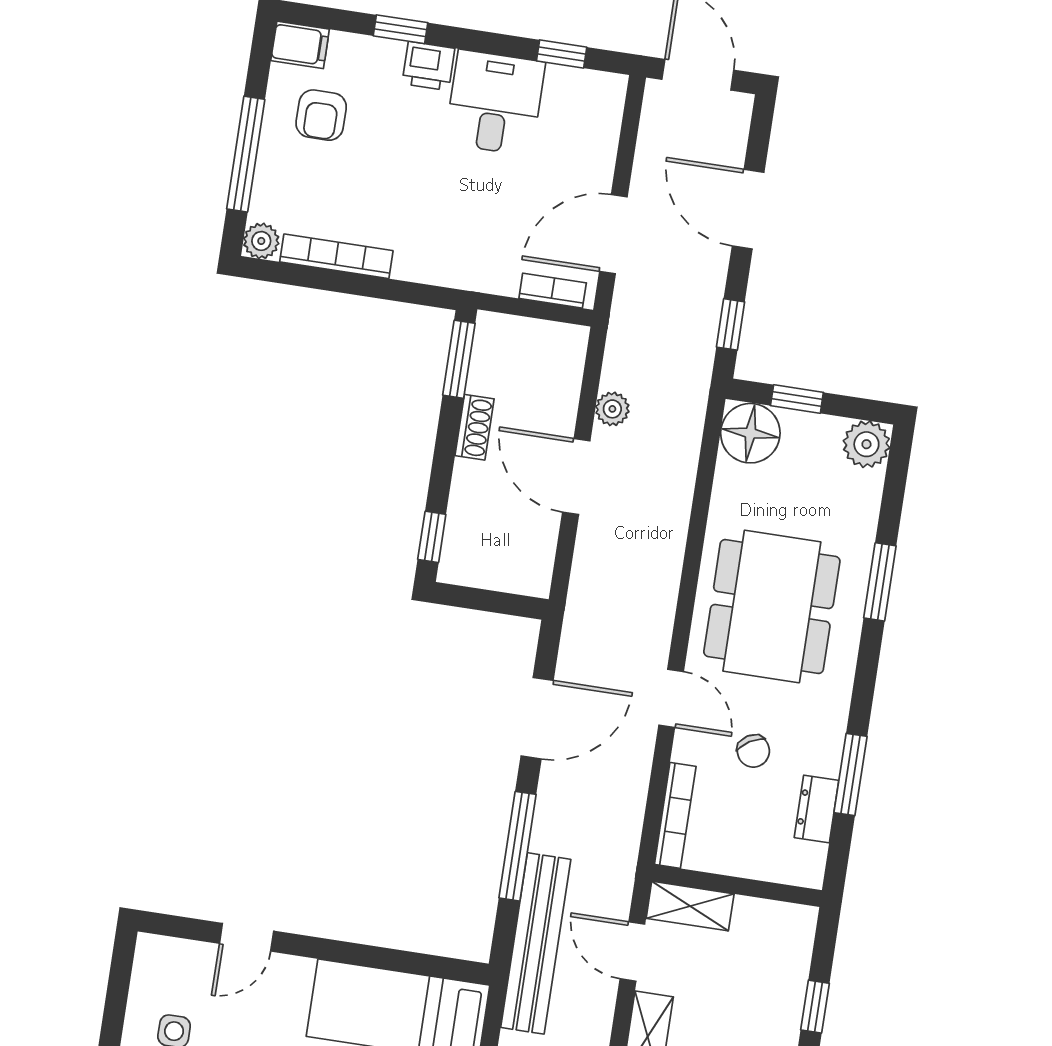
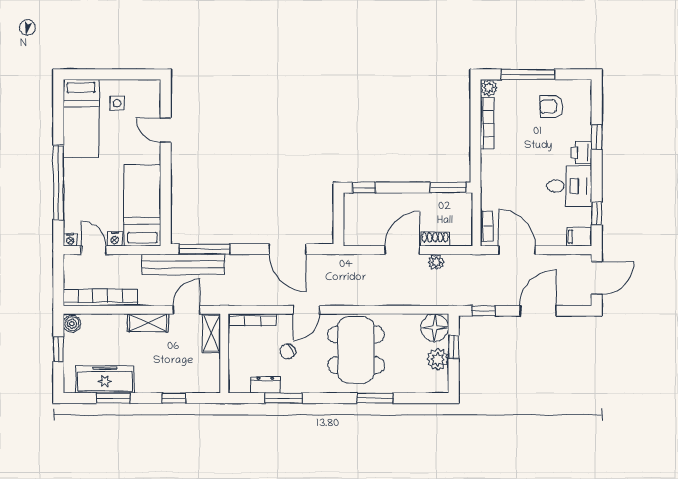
filing cabinet: (300, 45) -> (579, 237), moved, turned 90
shoe rack: (475, 427) -> (435, 239), moved, turned 180
plant: (866, 444) -> (438, 359), moved
dining table: (772, 606) -> (356, 350), turned 90
window: (518, 846) -> (204, 249), moved

